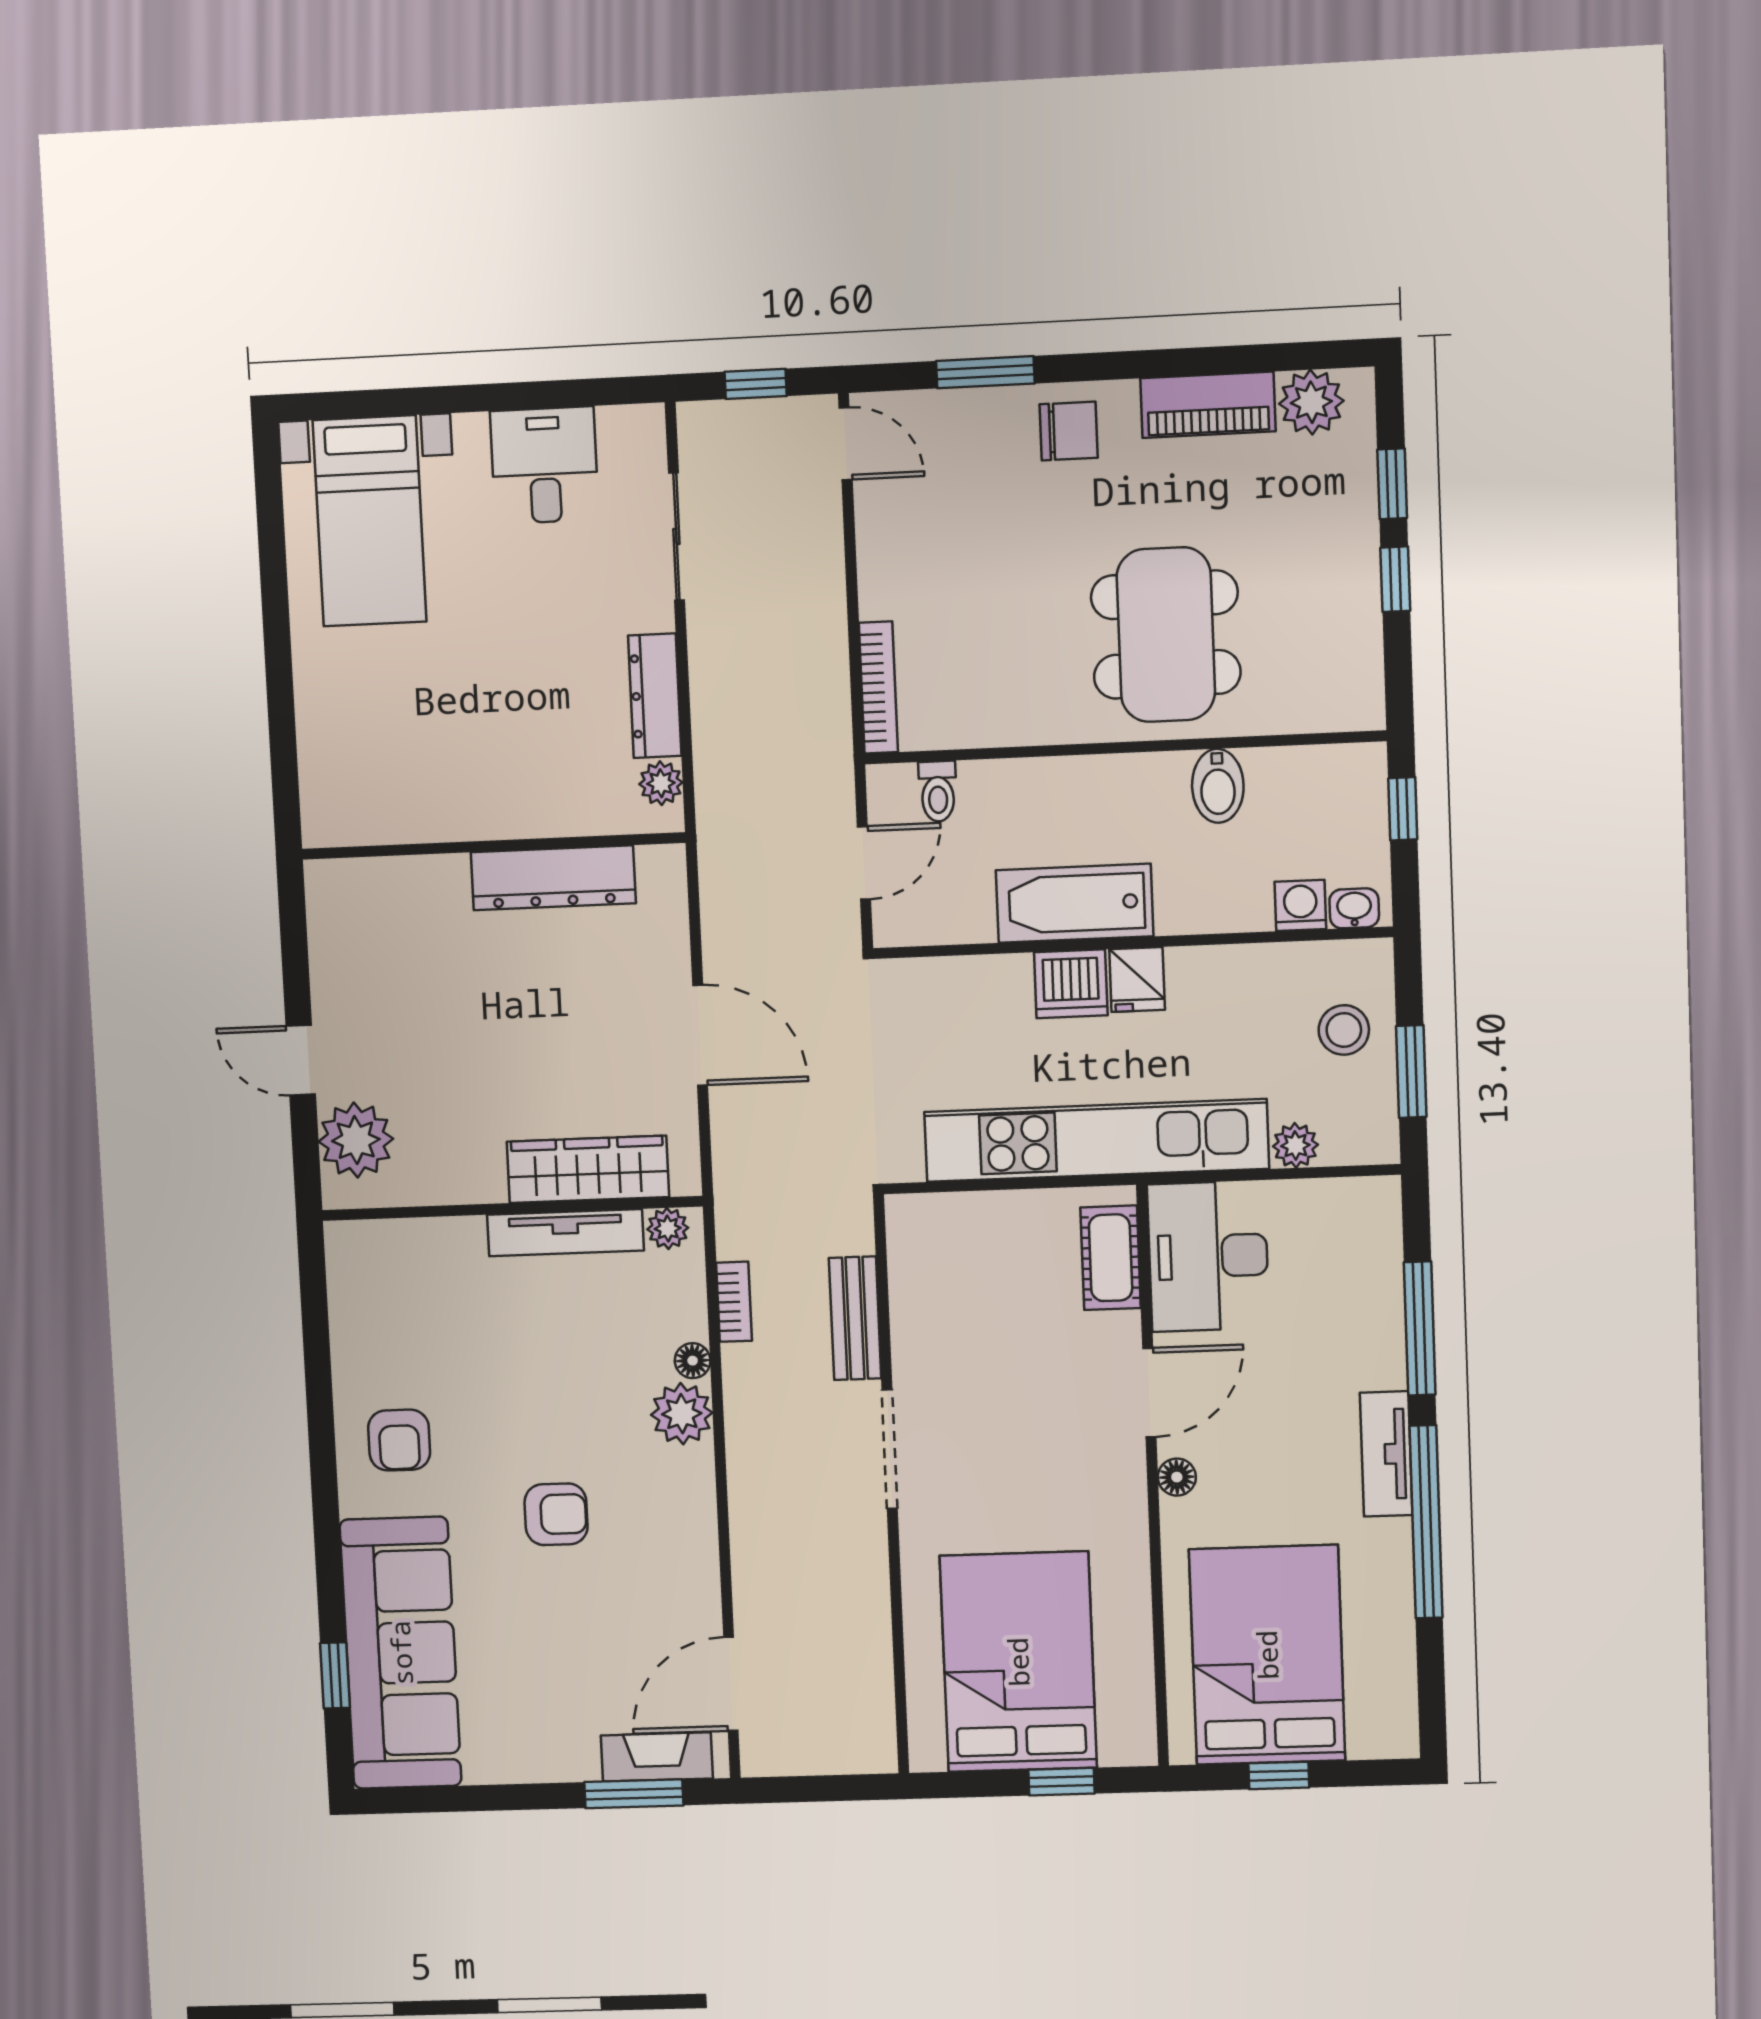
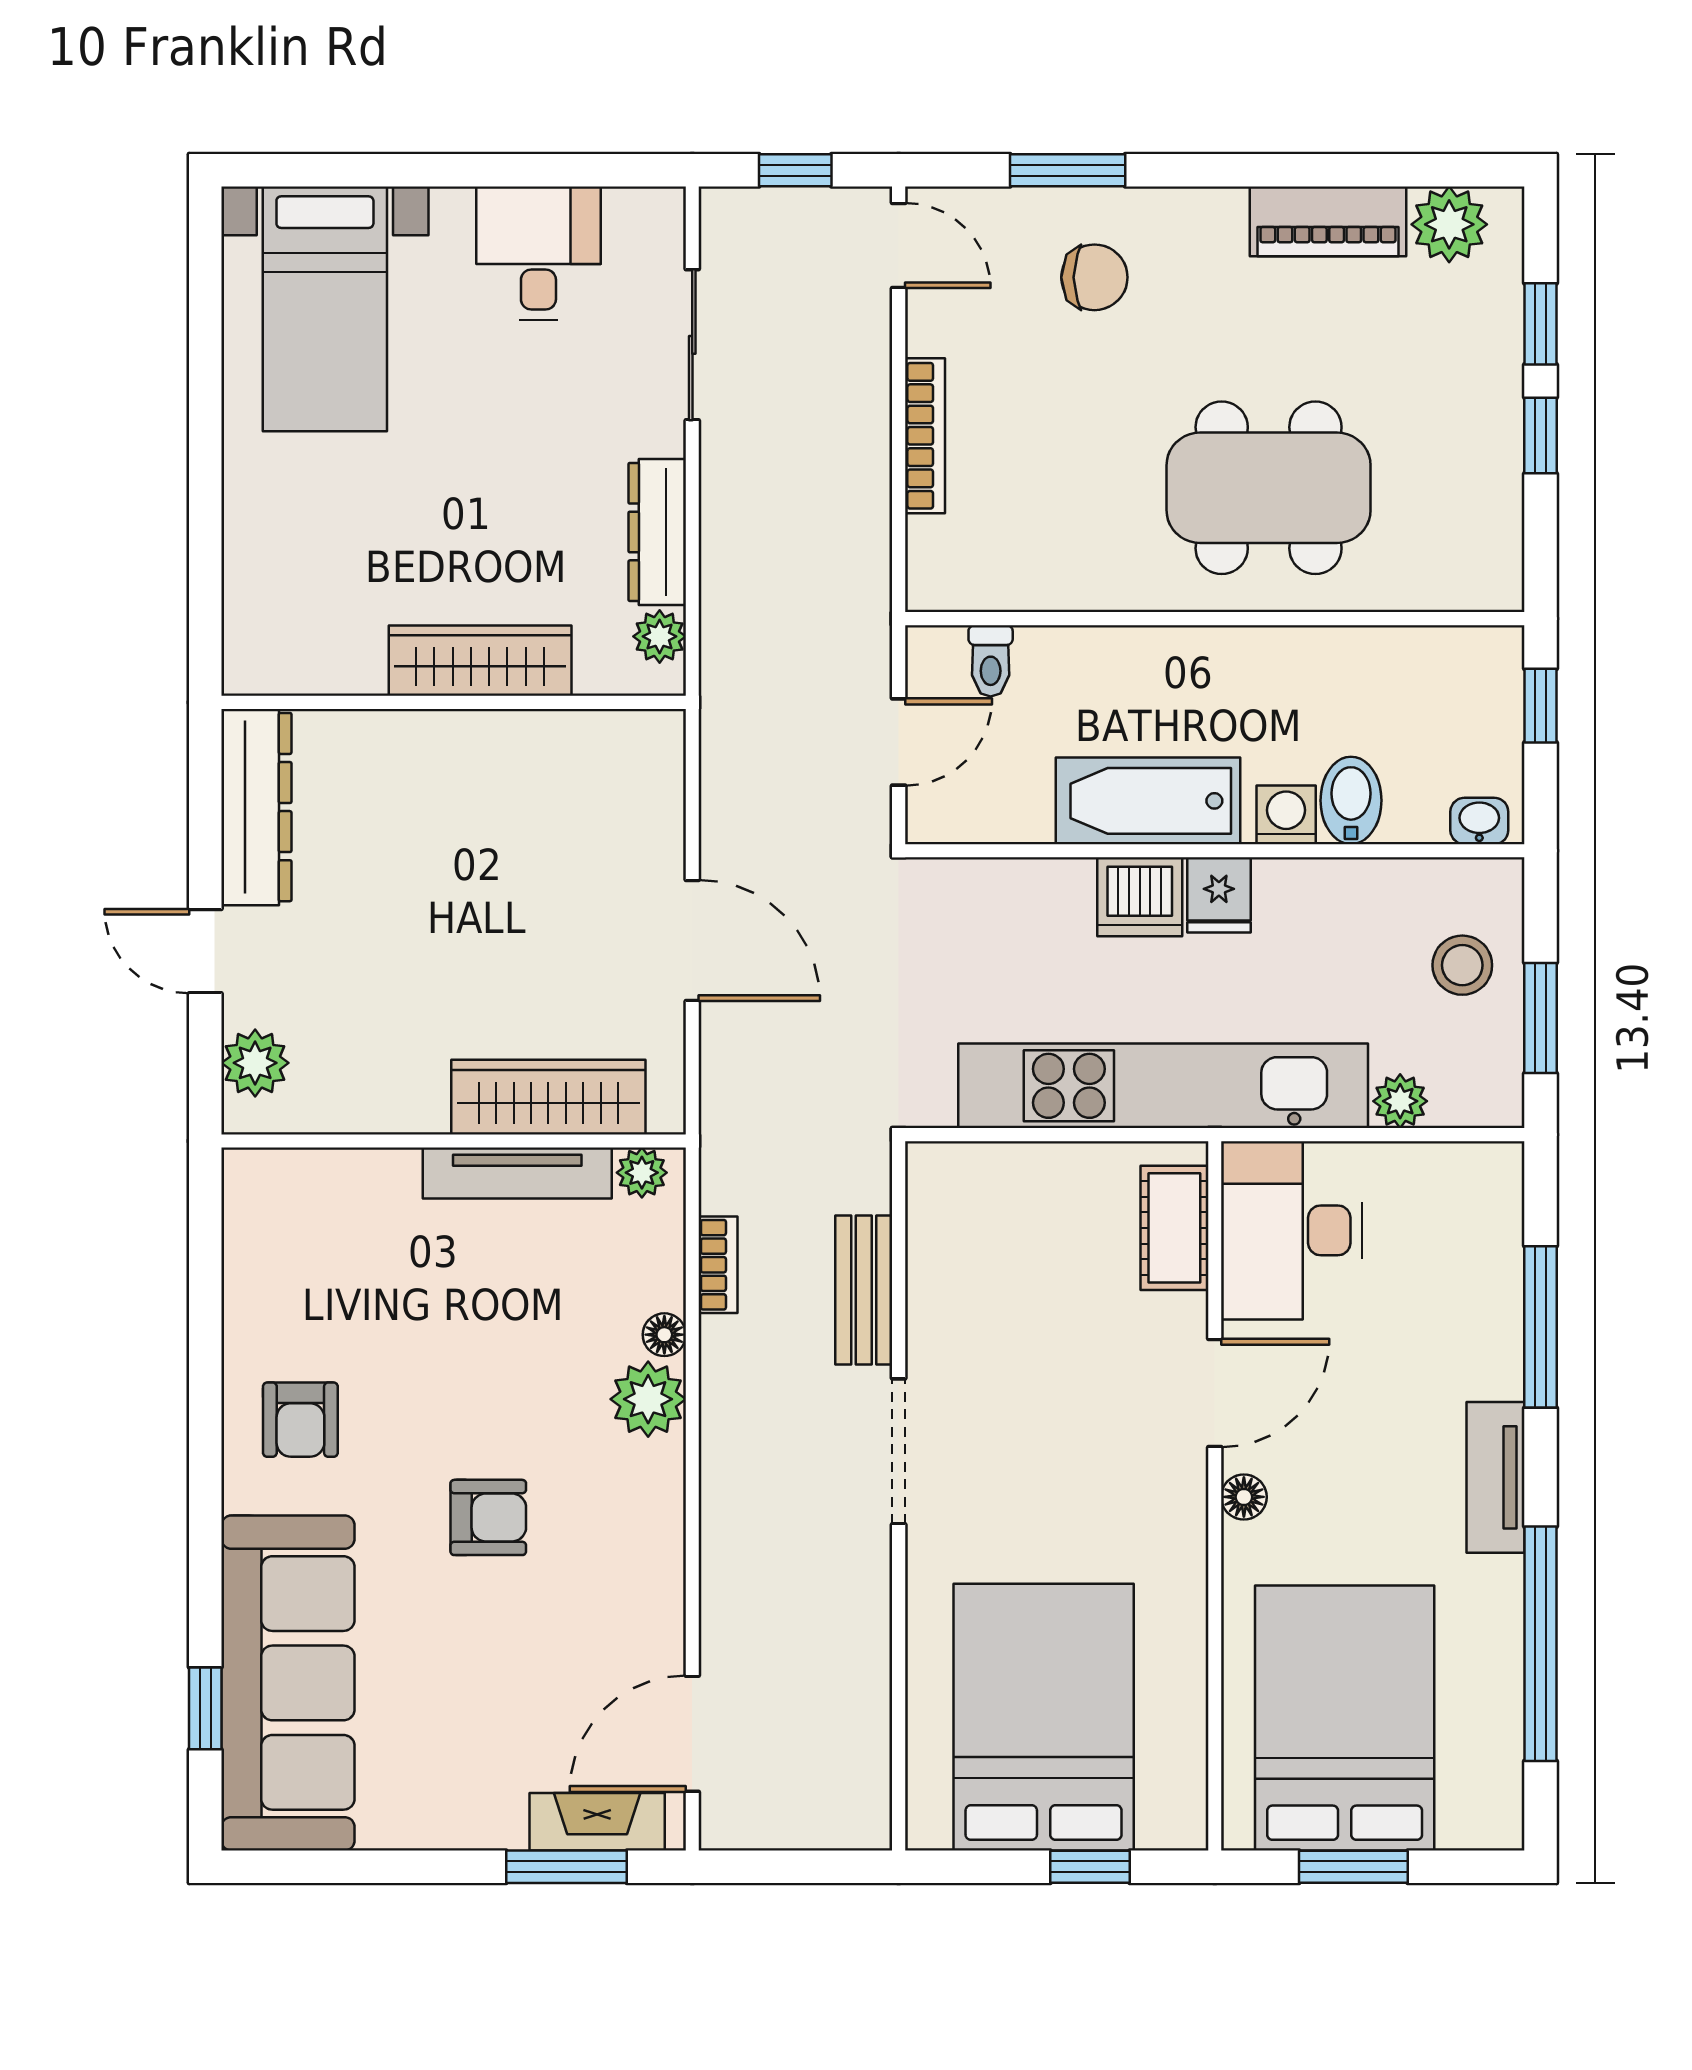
chair: (1069, 431) -> (1094, 277), moved
dining table: (1166, 635) -> (1269, 488), turned 90
bookcase: (878, 687) -> (925, 436), moved
bidet: (1218, 786) -> (1351, 800), moved, turned 180
wardrobe: (513, 810) -> (480, 661), added
dresser: (553, 878) -> (256, 807), moved, turned -90
washing machine: (1300, 905) -> (1286, 815), moved
plant: (356, 1140) -> (255, 1063), width x0.73, depth x0.73
window: (1426, 1522) -> (1540, 1644), moved
window: (1279, 1775) -> (1353, 1867), width x1.50

